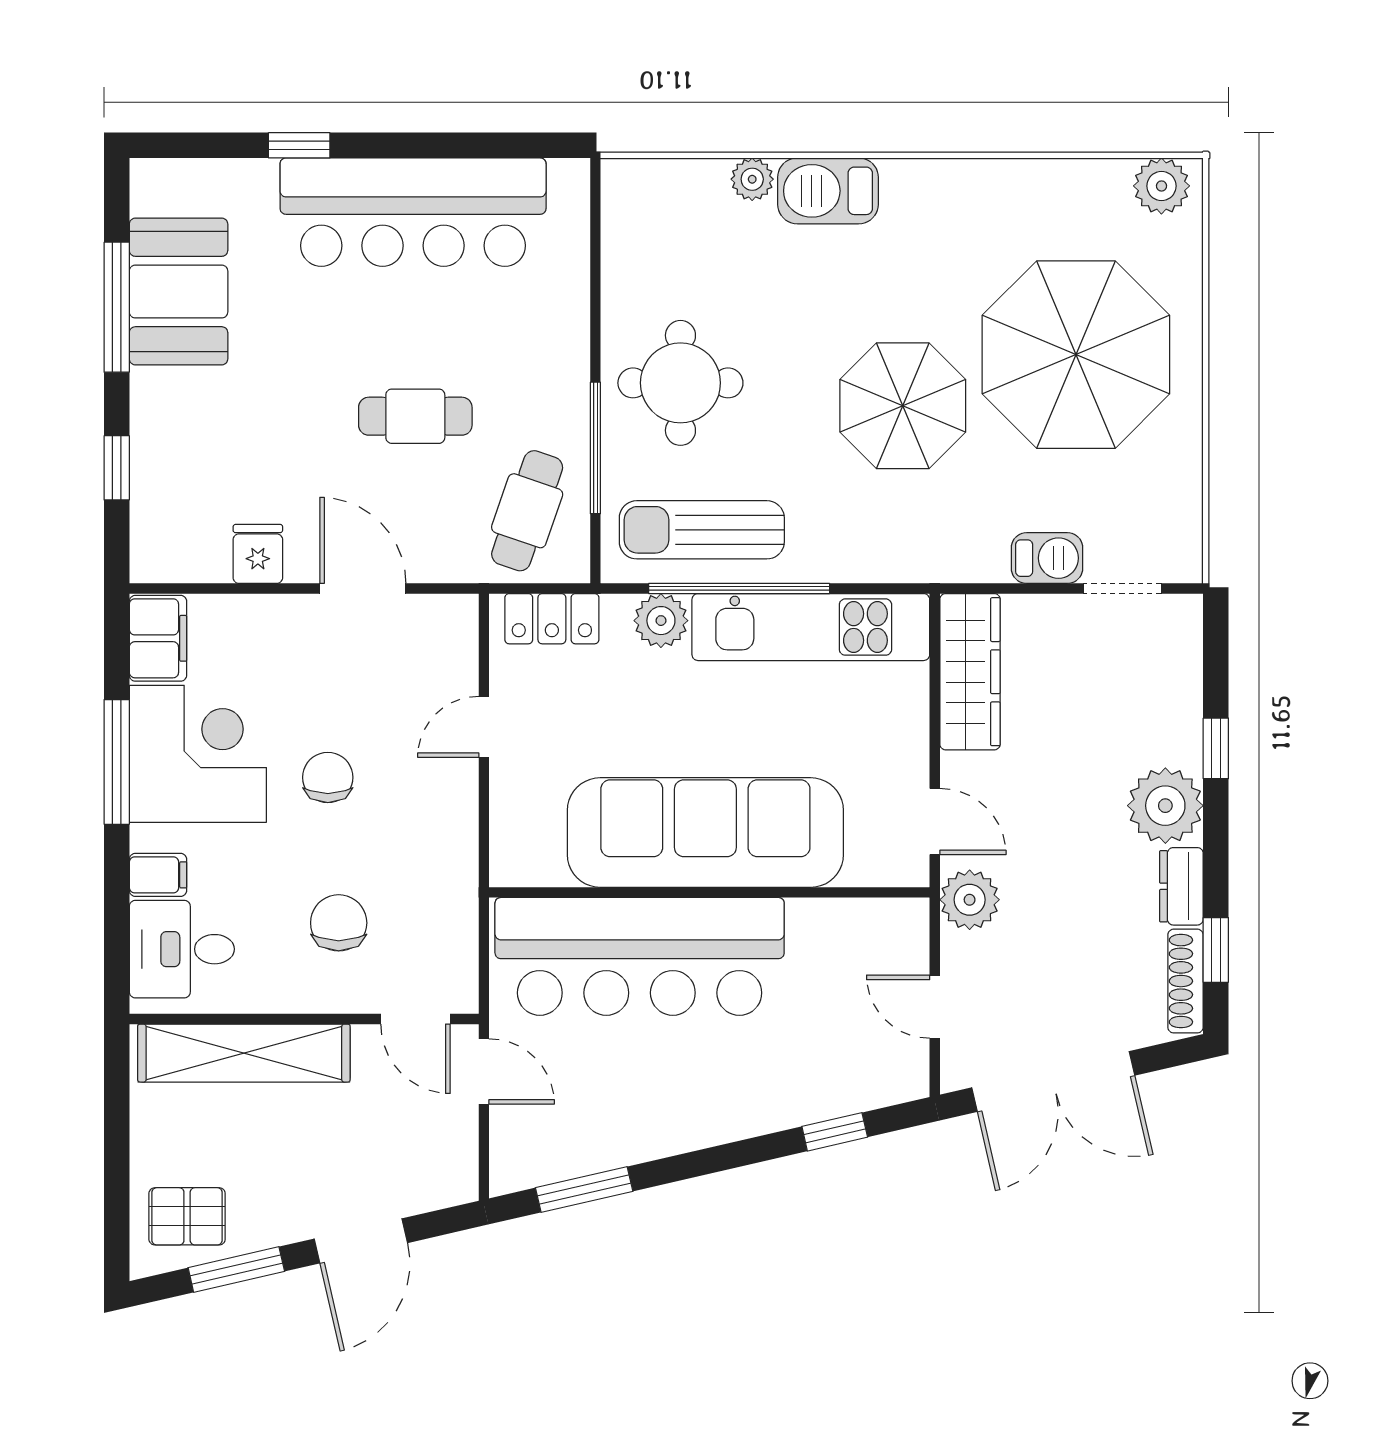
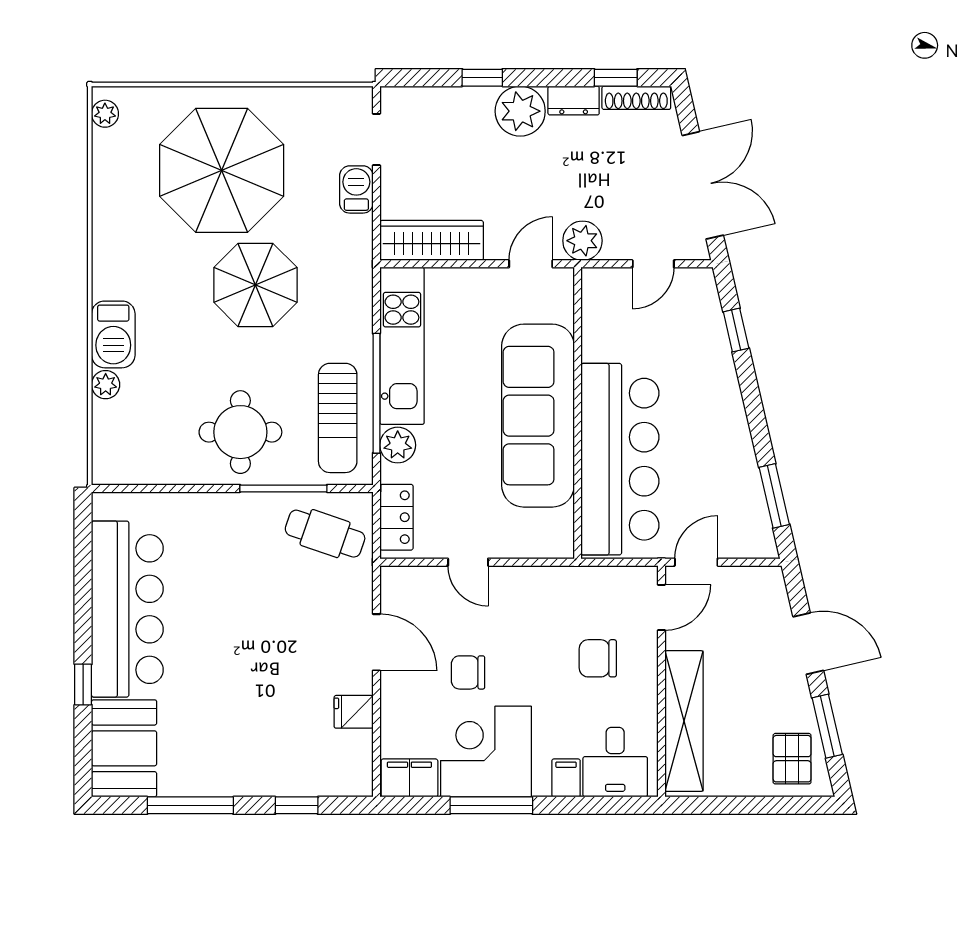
plant: (1161, 186) -> (105, 114), width x0.73, depth x0.73
booth: (179, 292) -> (124, 748), moved, turned 90
cafe table: (415, 416) -> (262, 608), removed
door: (363, 588) -> (376, 642), swing flipped
chair: (328, 777) -> (468, 672), moved

